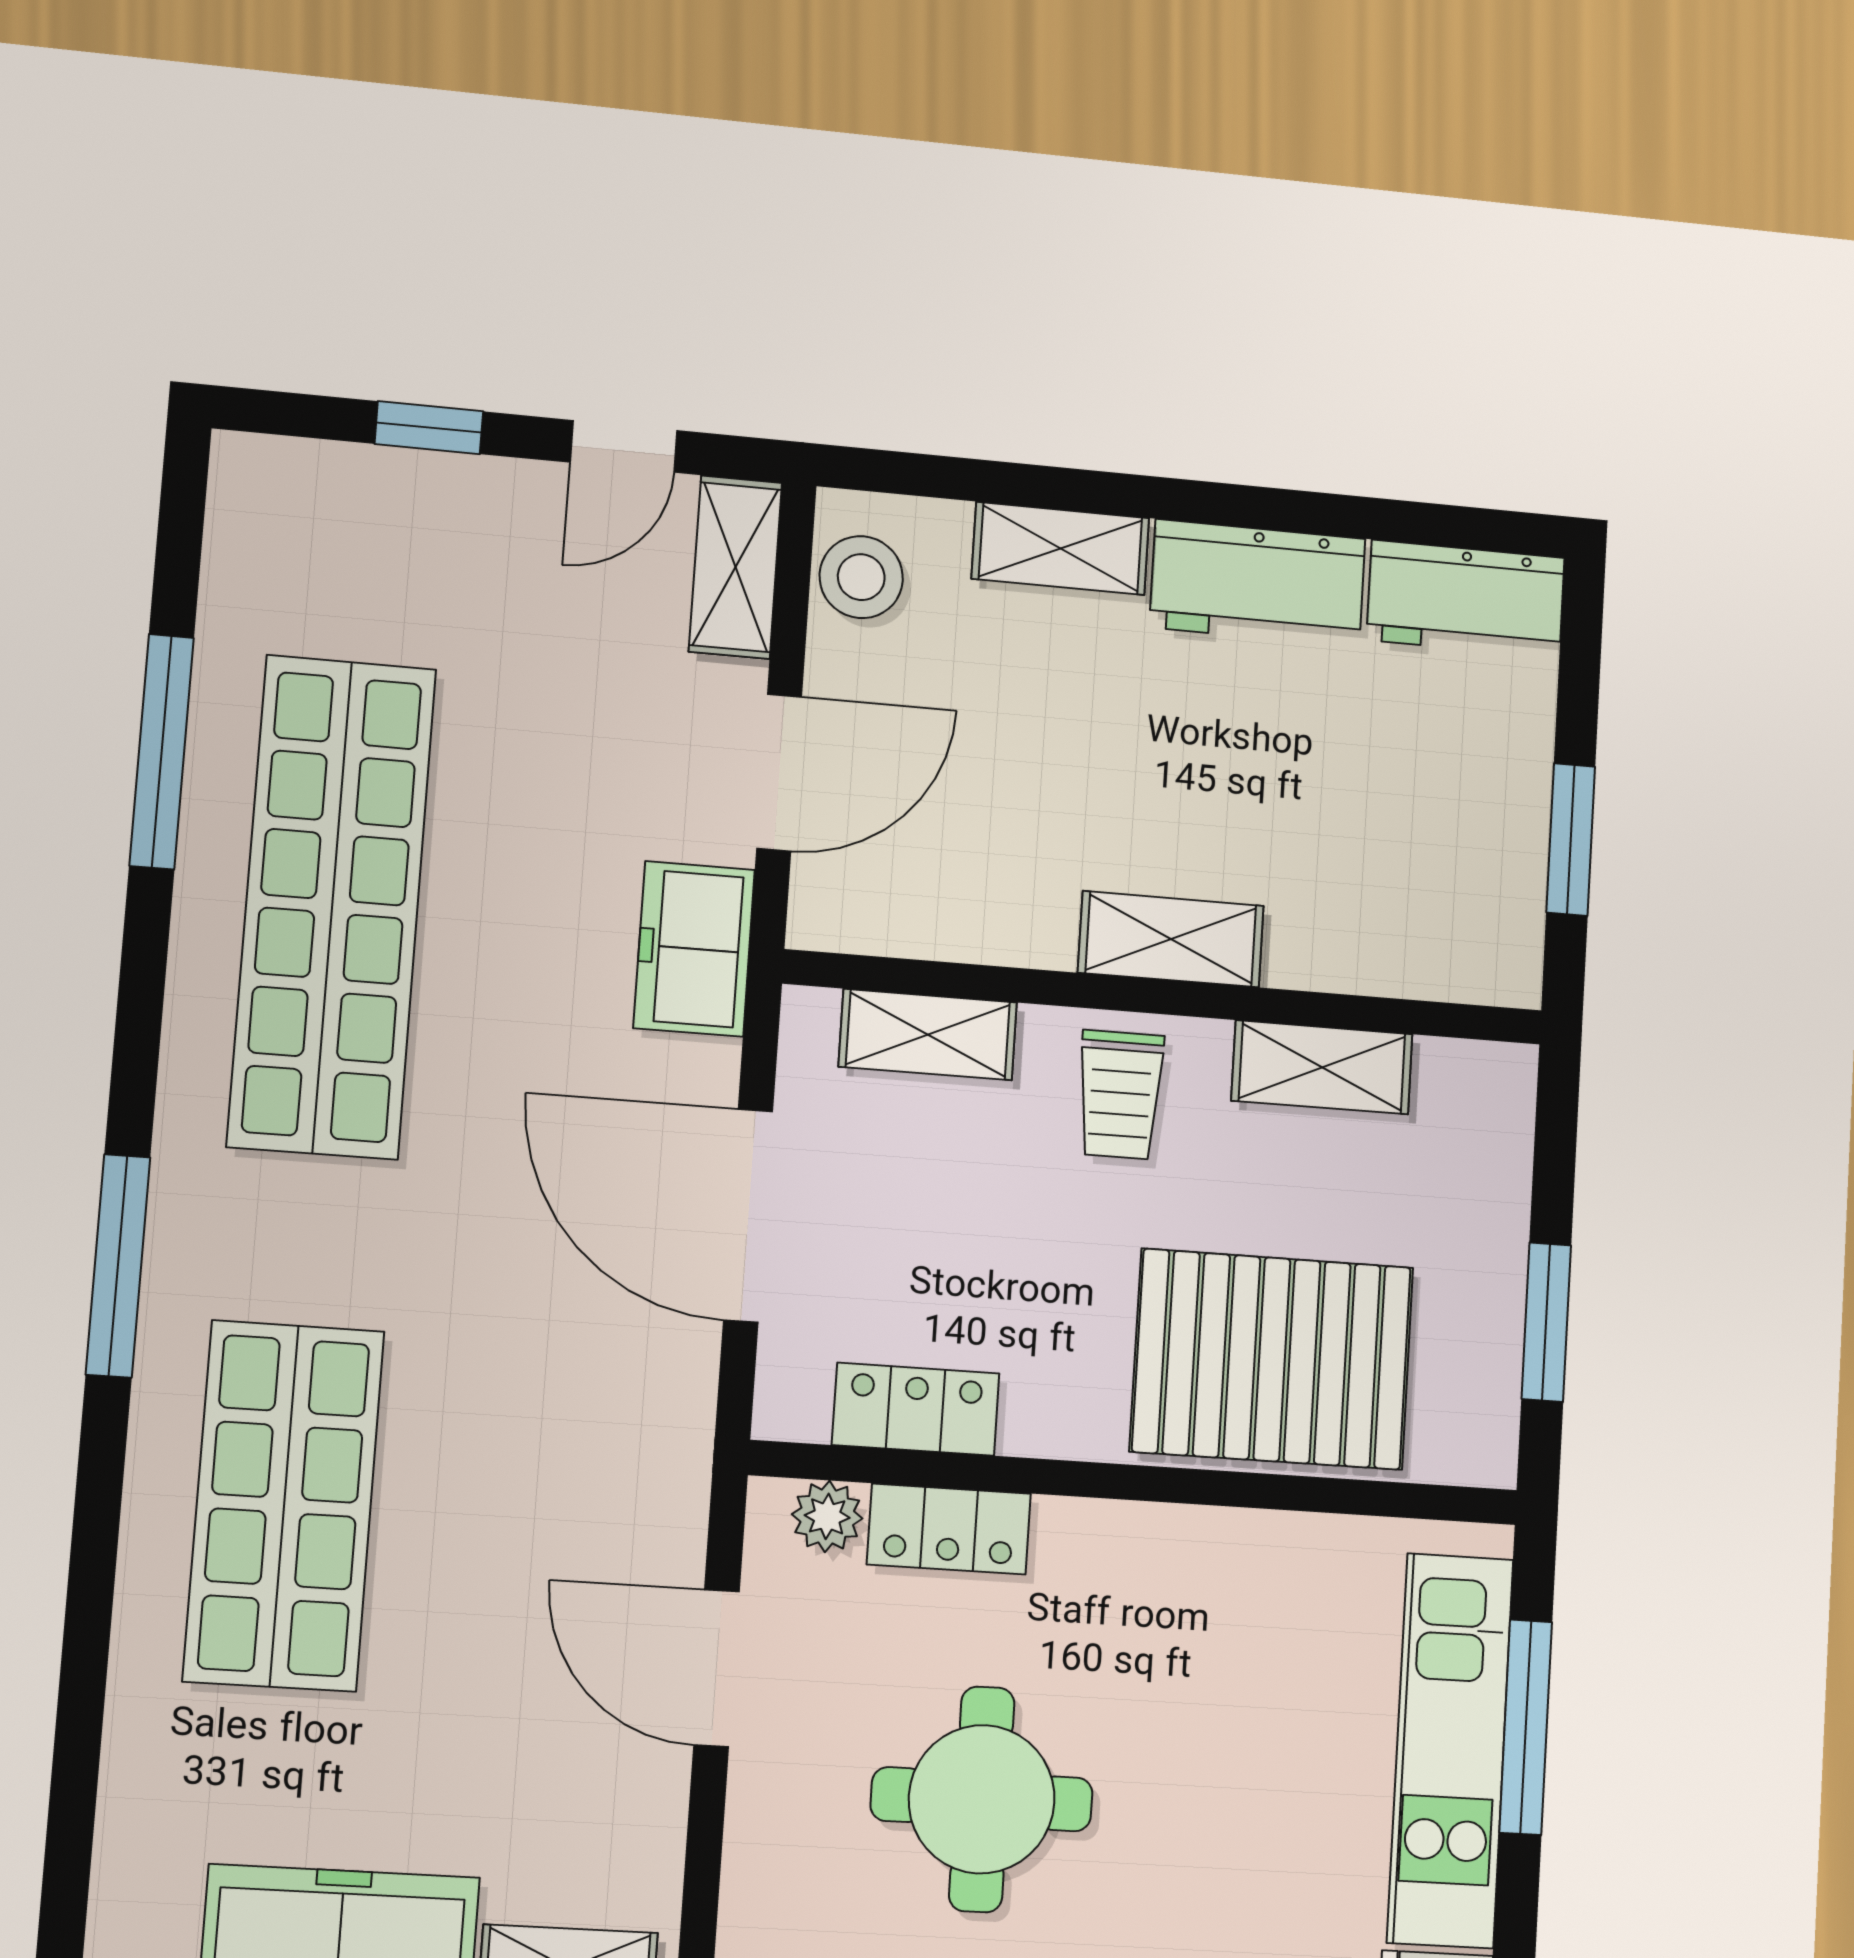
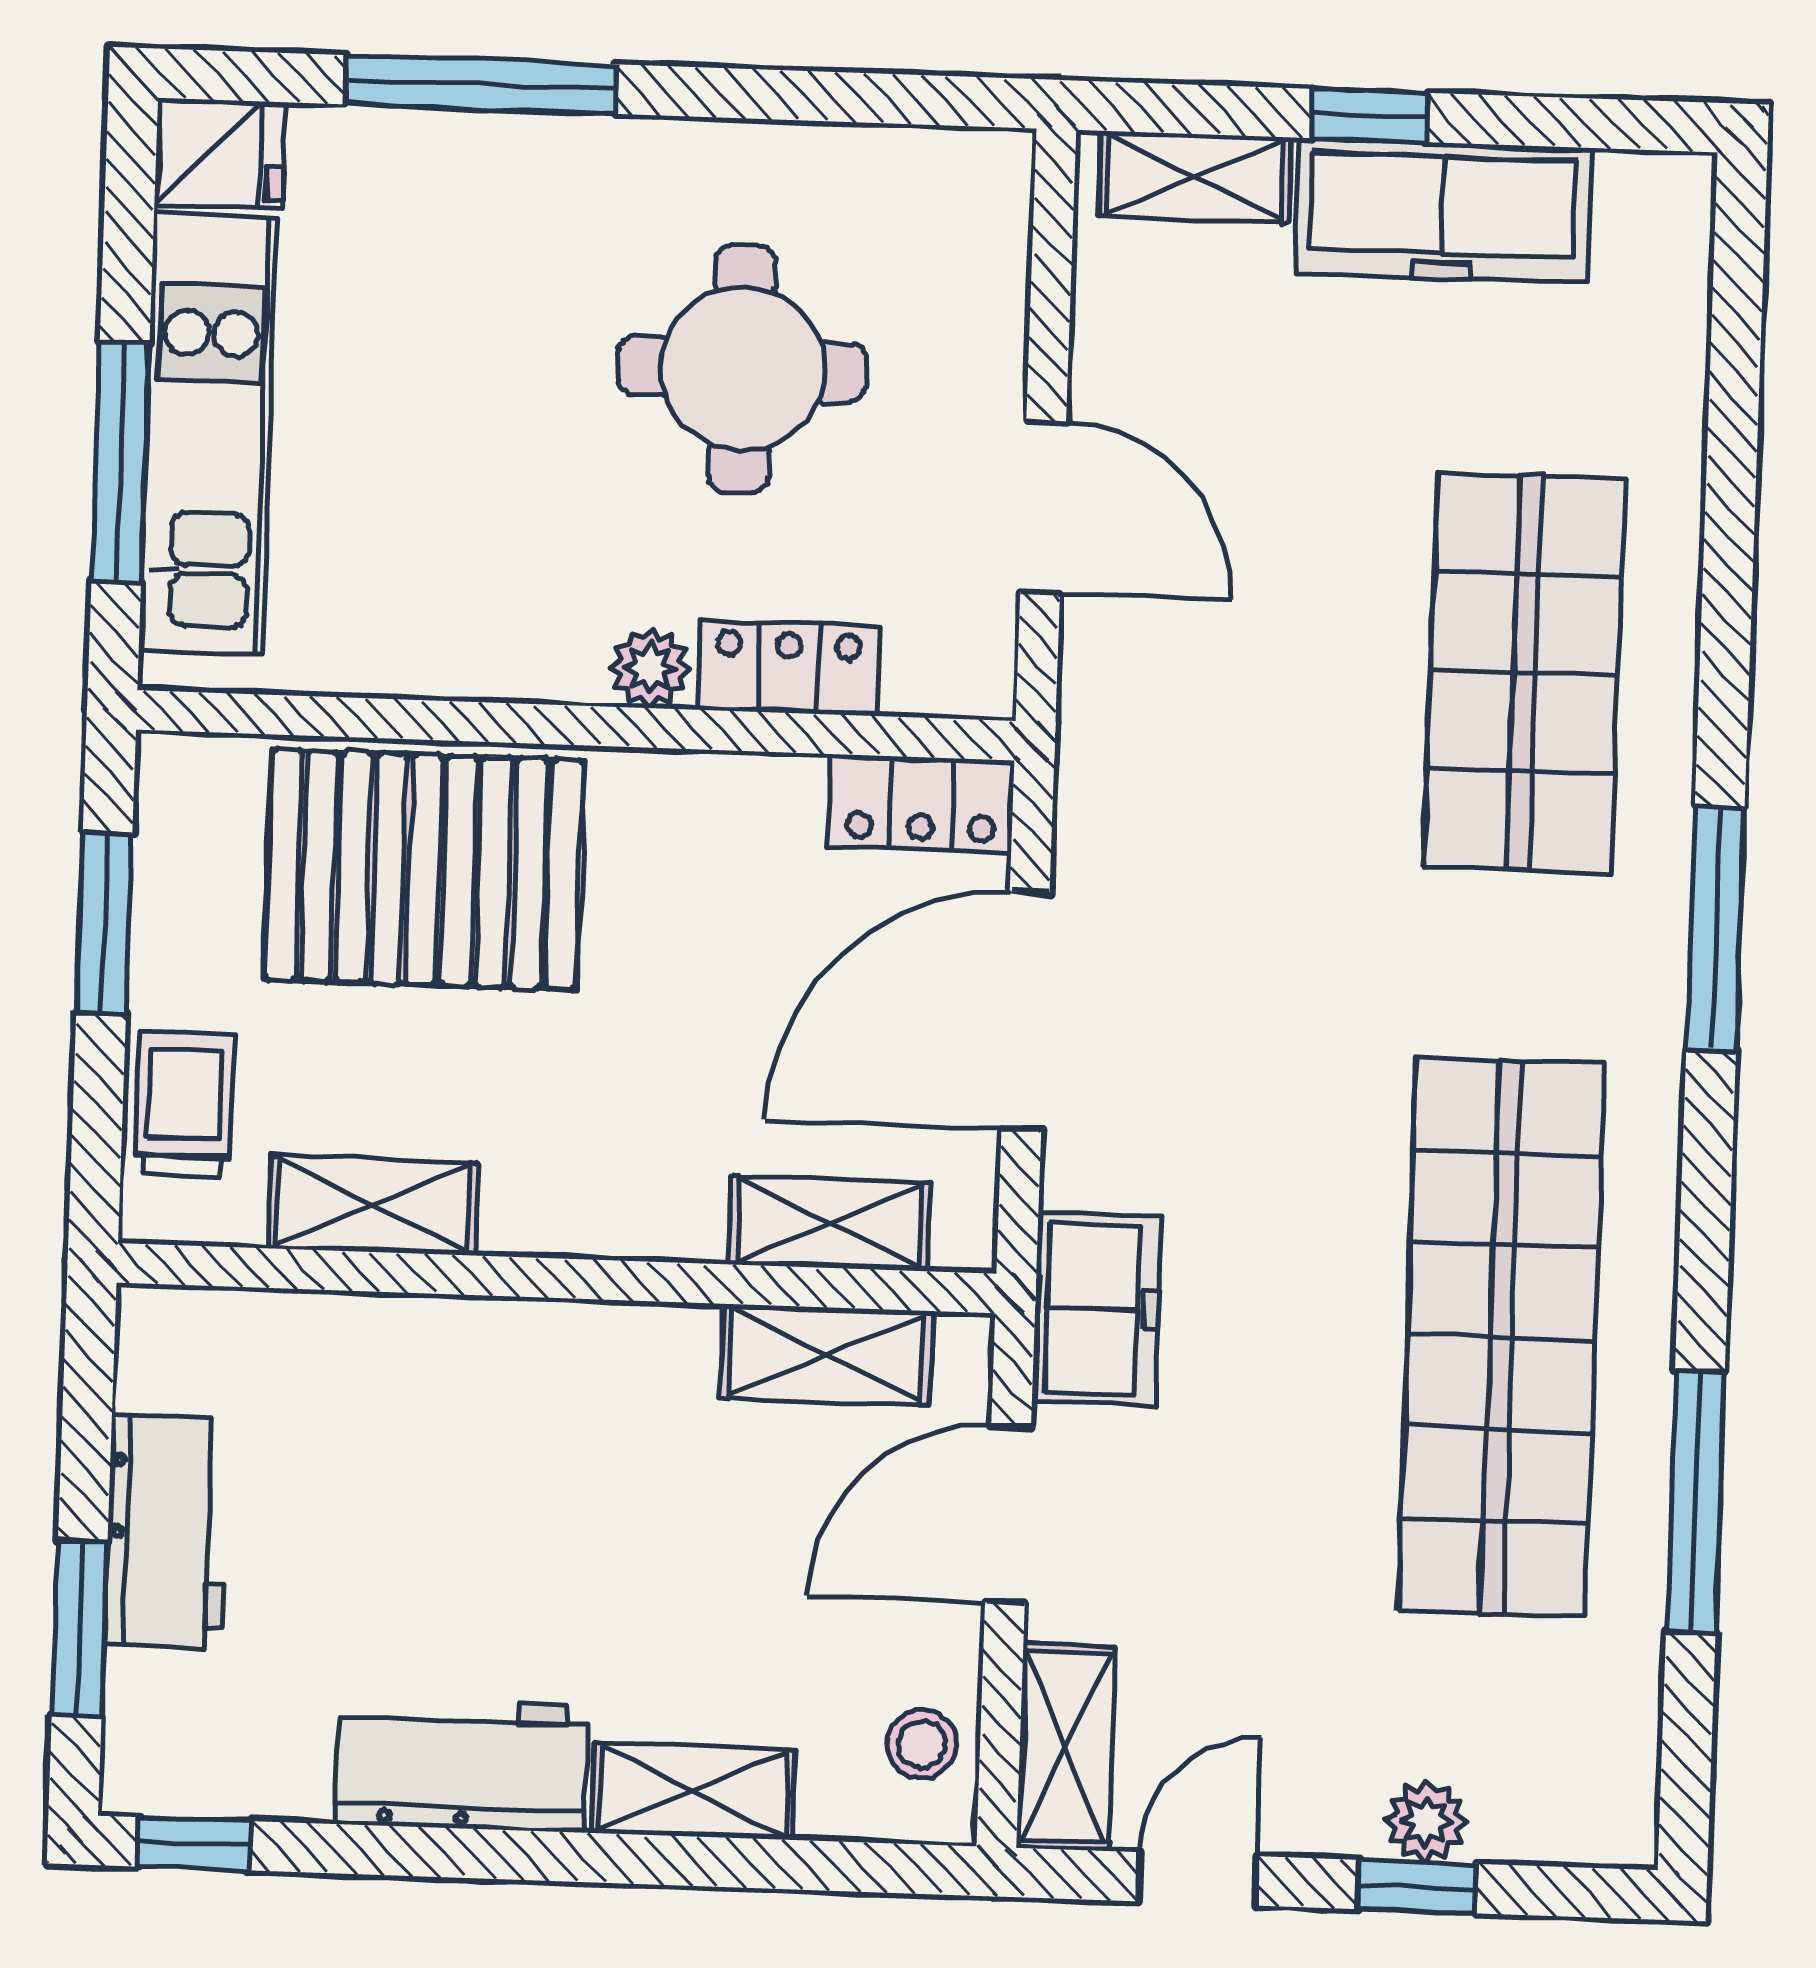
plant: (418, 484) -> (1426, 1822), added
window: (1485, 529) -> (194, 1844), added
stool: (861, 577) -> (922, 1744), width x0.73, depth x0.73
workbench: (1466, 599) -> (167, 1532), moved, turned 90
window: (1571, 840) -> (80, 1628), moved
shelving: (1171, 939) -> (827, 1355), moved
trolley: (1120, 1095) -> (184, 1104), moved
door: (748, 1216) -> (1026, 1010), swing flipped
locker: (916, 1409) -> (921, 804), moved
plant: (827, 1516) -> (650, 668), moved

